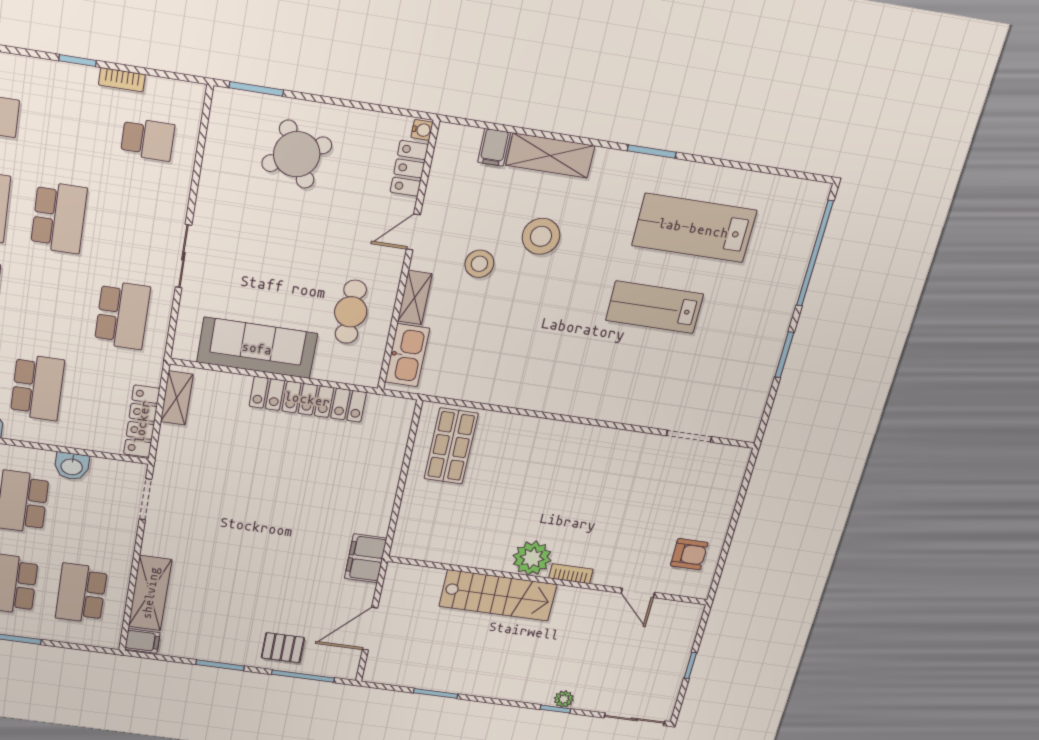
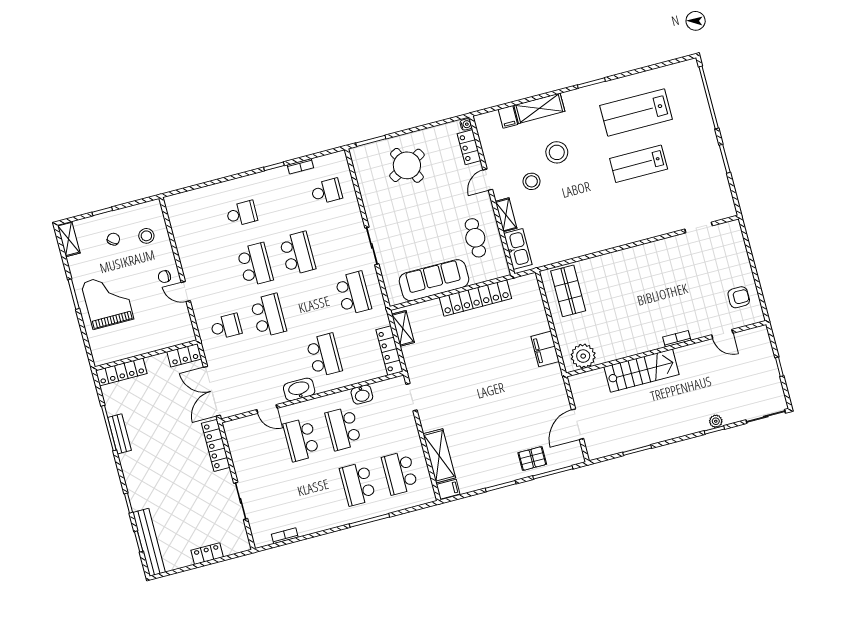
filing cabinet: (366, 558) -> (545, 349), moved
plant: (532, 558) -> (583, 356), moved

